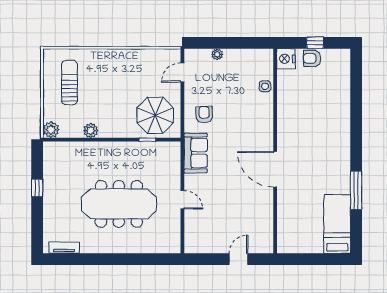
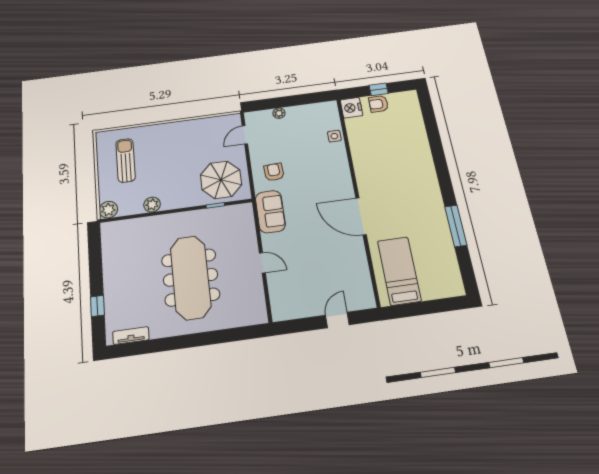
window: (37, 188) -> (97, 306), moved
meeting table: (119, 204) -> (191, 277), turned 90
bed: (337, 224) -> (399, 271), moved

